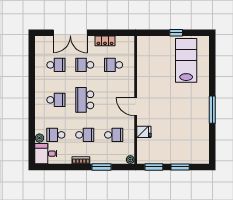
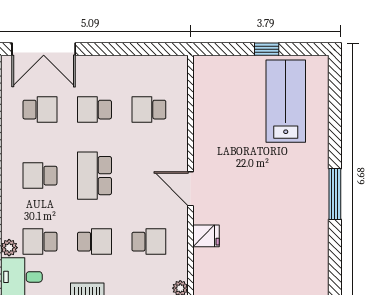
double door: (70, 33) -> (44, 49), moved
locker: (105, 41) -> (133, 64), removed
school desk: (56, 100) -> (40, 176), turned 180

